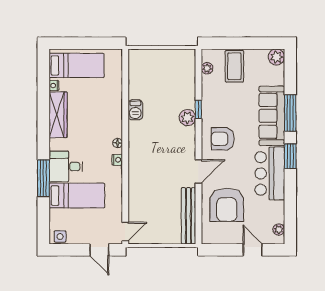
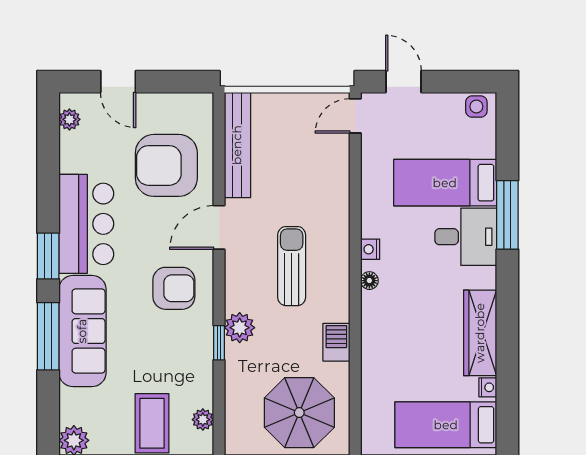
parasol: (155, 72) -> (299, 413), added
sun lounger: (159, 151) -> (292, 266), added
armchair: (227, 205) -> (166, 165), turned -90

